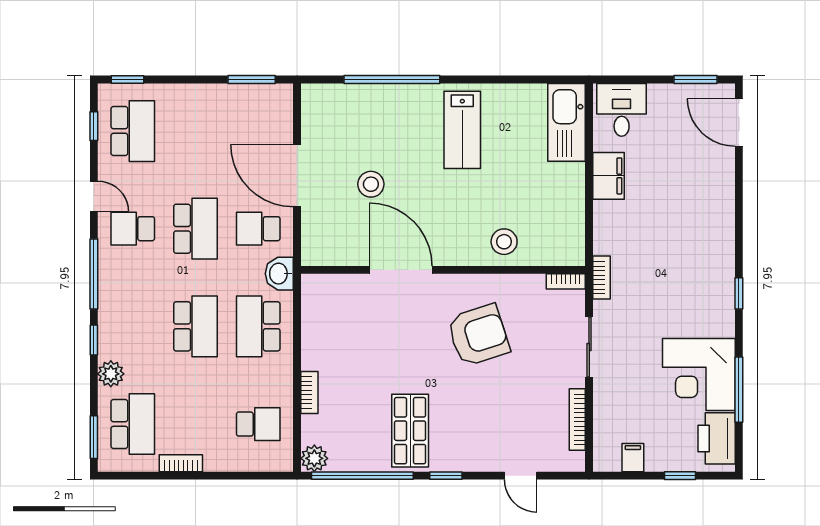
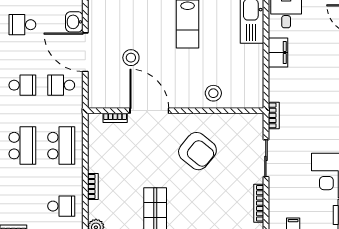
school desk: (195, 131) -> (22, 25), added
school desk: (195, 229) -> (22, 85), width x0.54
washbasin: (279, 274) -> (74, 22), moved
bookcase: (566, 281) -> (115, 118), moved
school desk: (258, 326) -> (61, 146), turned 180
armchair: (478, 335) -> (197, 151), turned 57

